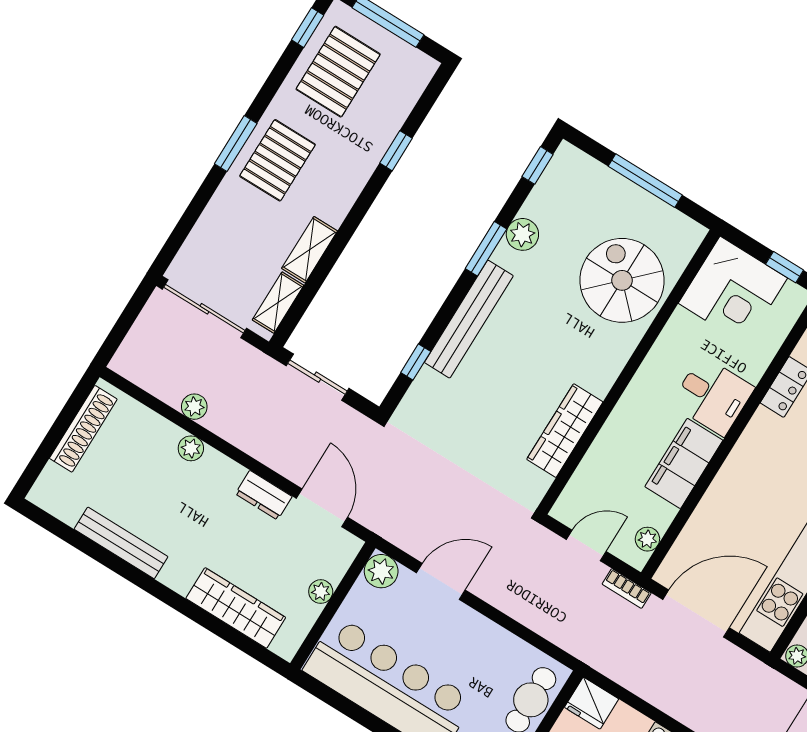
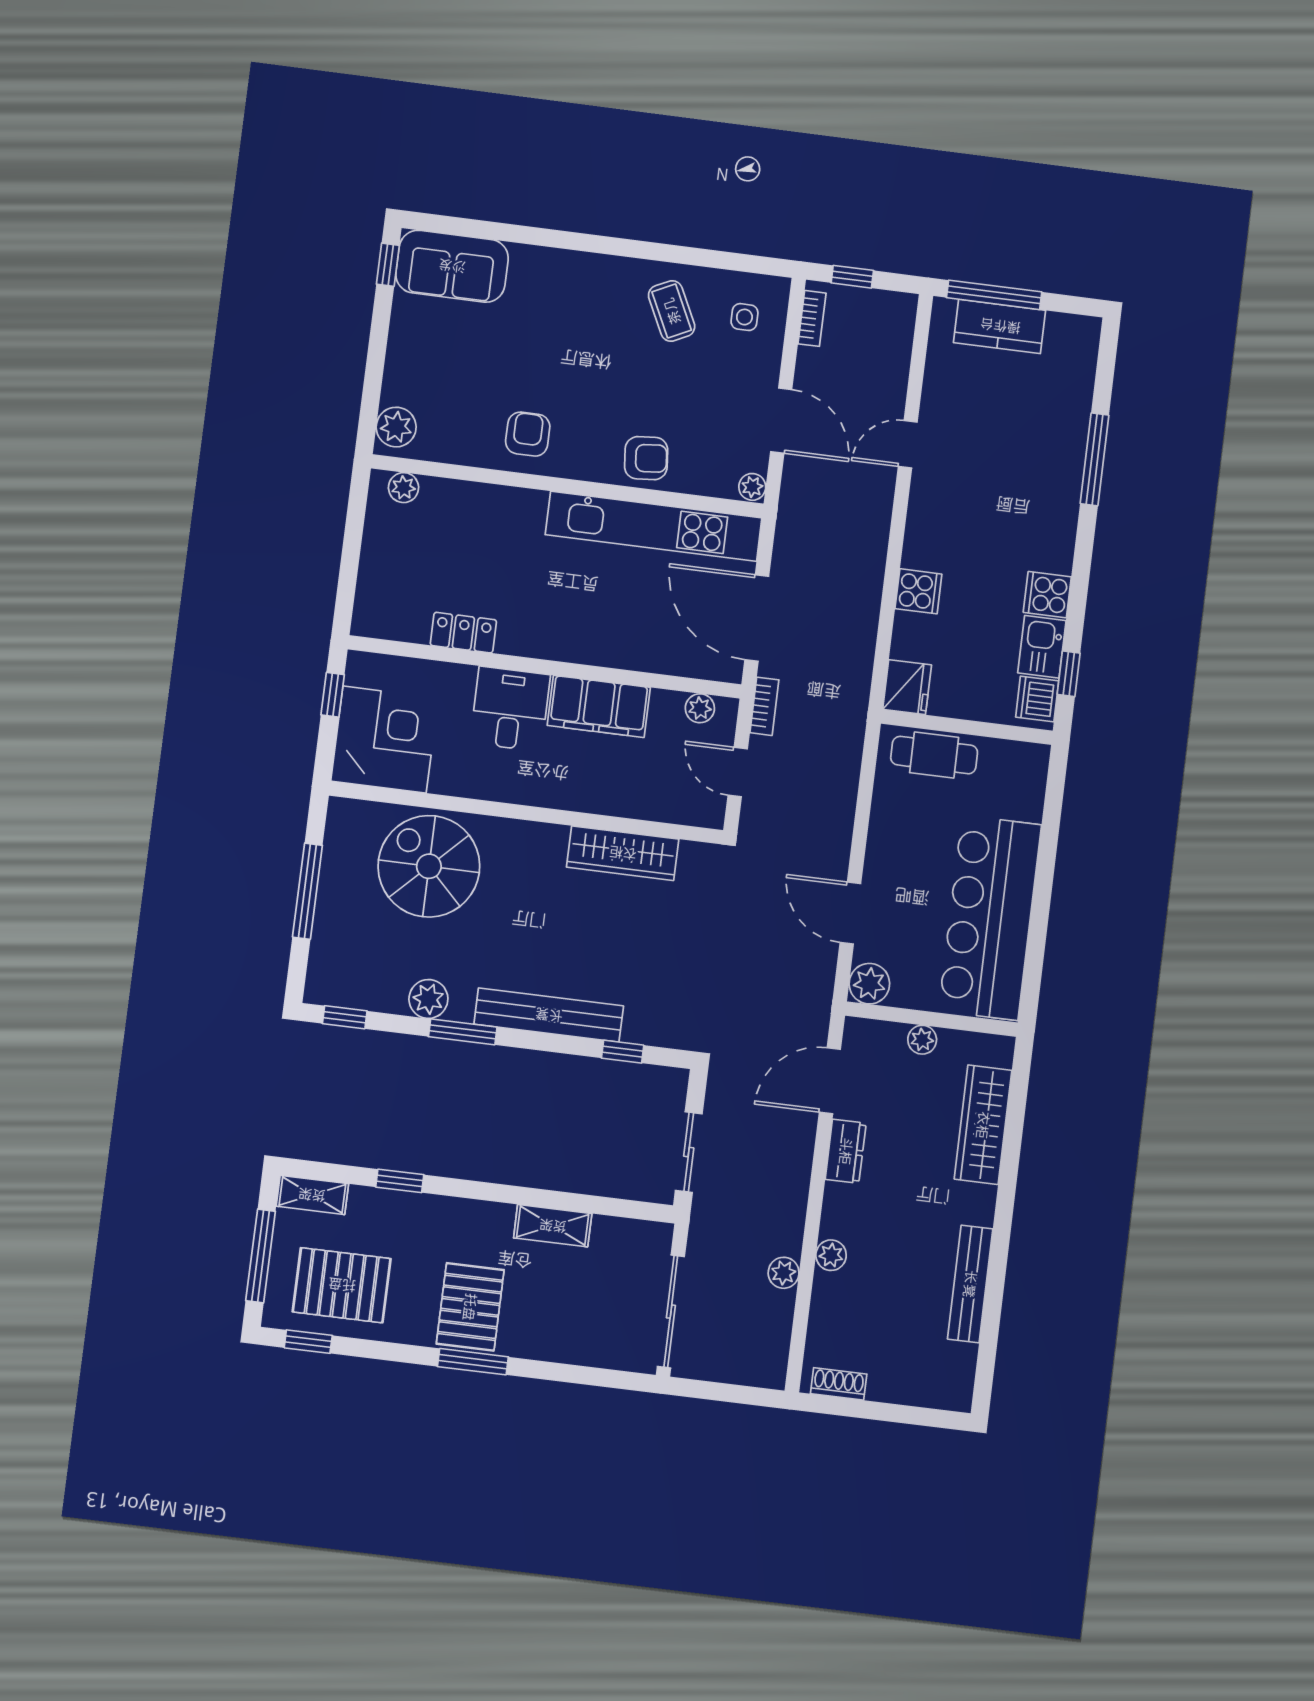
pallet: (278, 160) -> (470, 1307), turned 90
spiral stairs: (622, 280) -> (429, 866), turned 90
shelving: (278, 303) -> (312, 1195), moved
shoe rack: (83, 429) -> (839, 1384), width x0.51, depth x0.81

